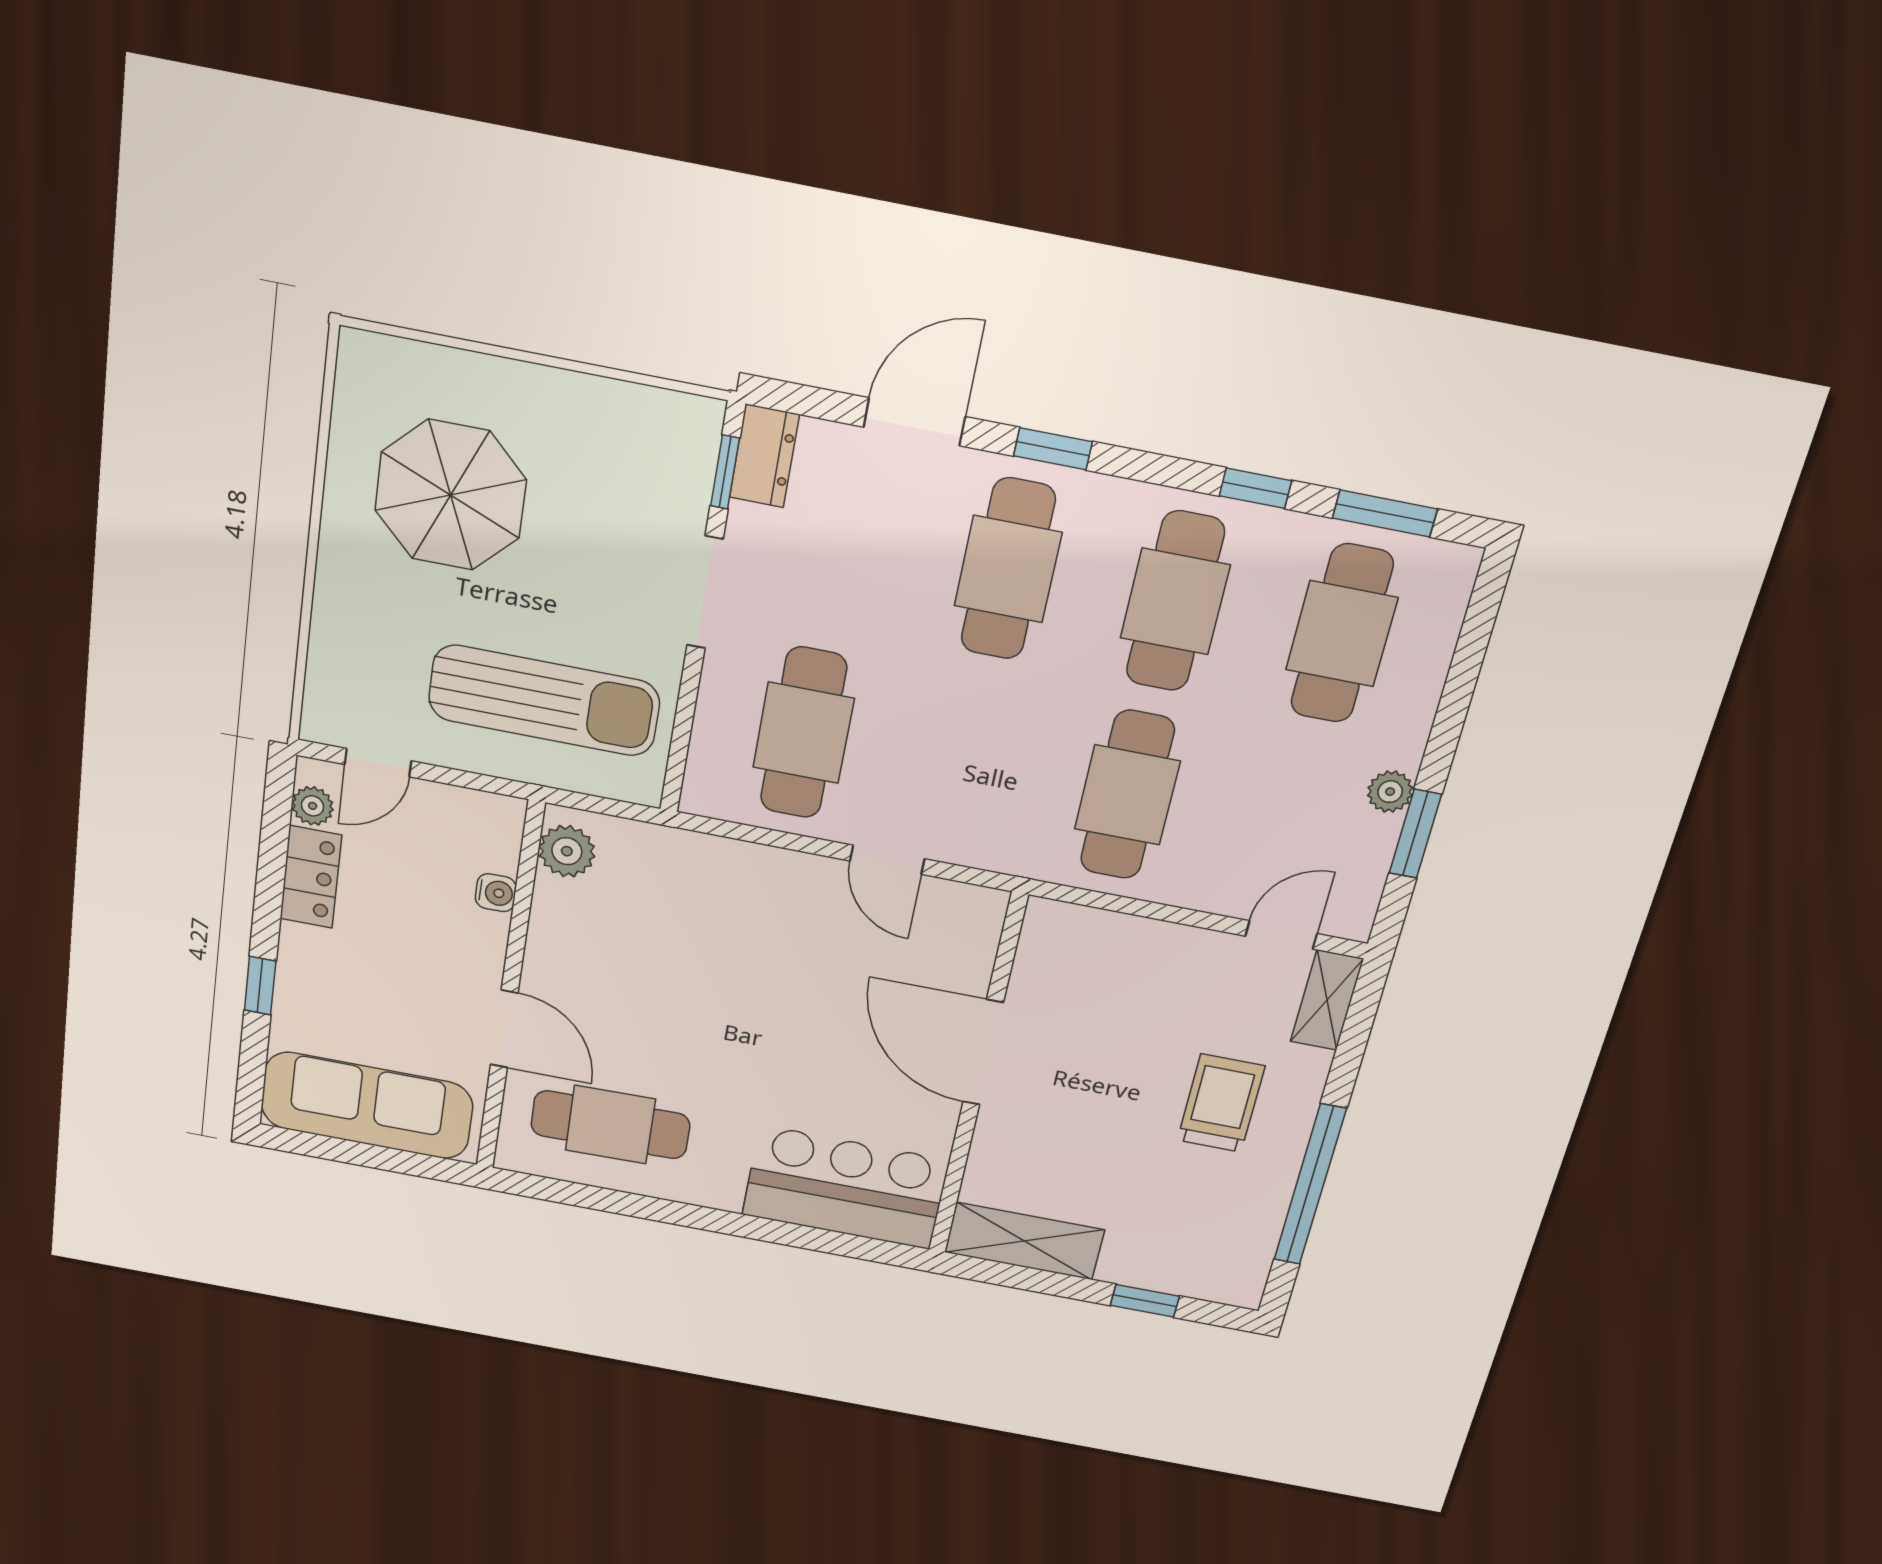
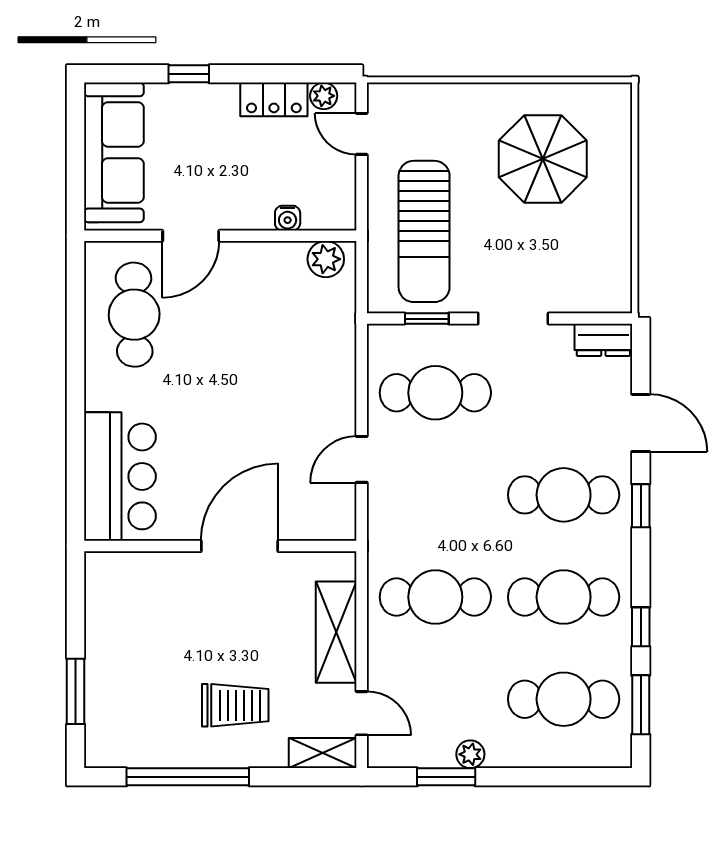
window: (725, 472) -> (427, 319), moved
shelving: (1024, 1241) -> (336, 632), moved
window: (1145, 1301) -> (76, 691), width x1.50

